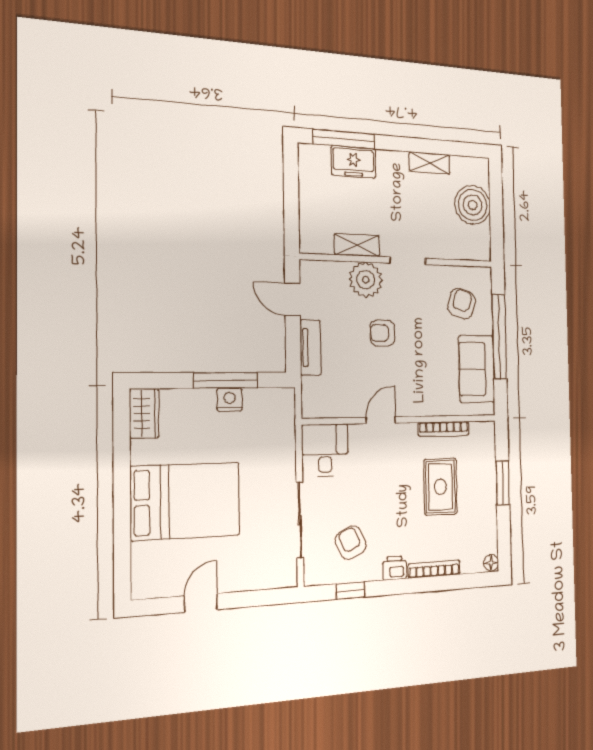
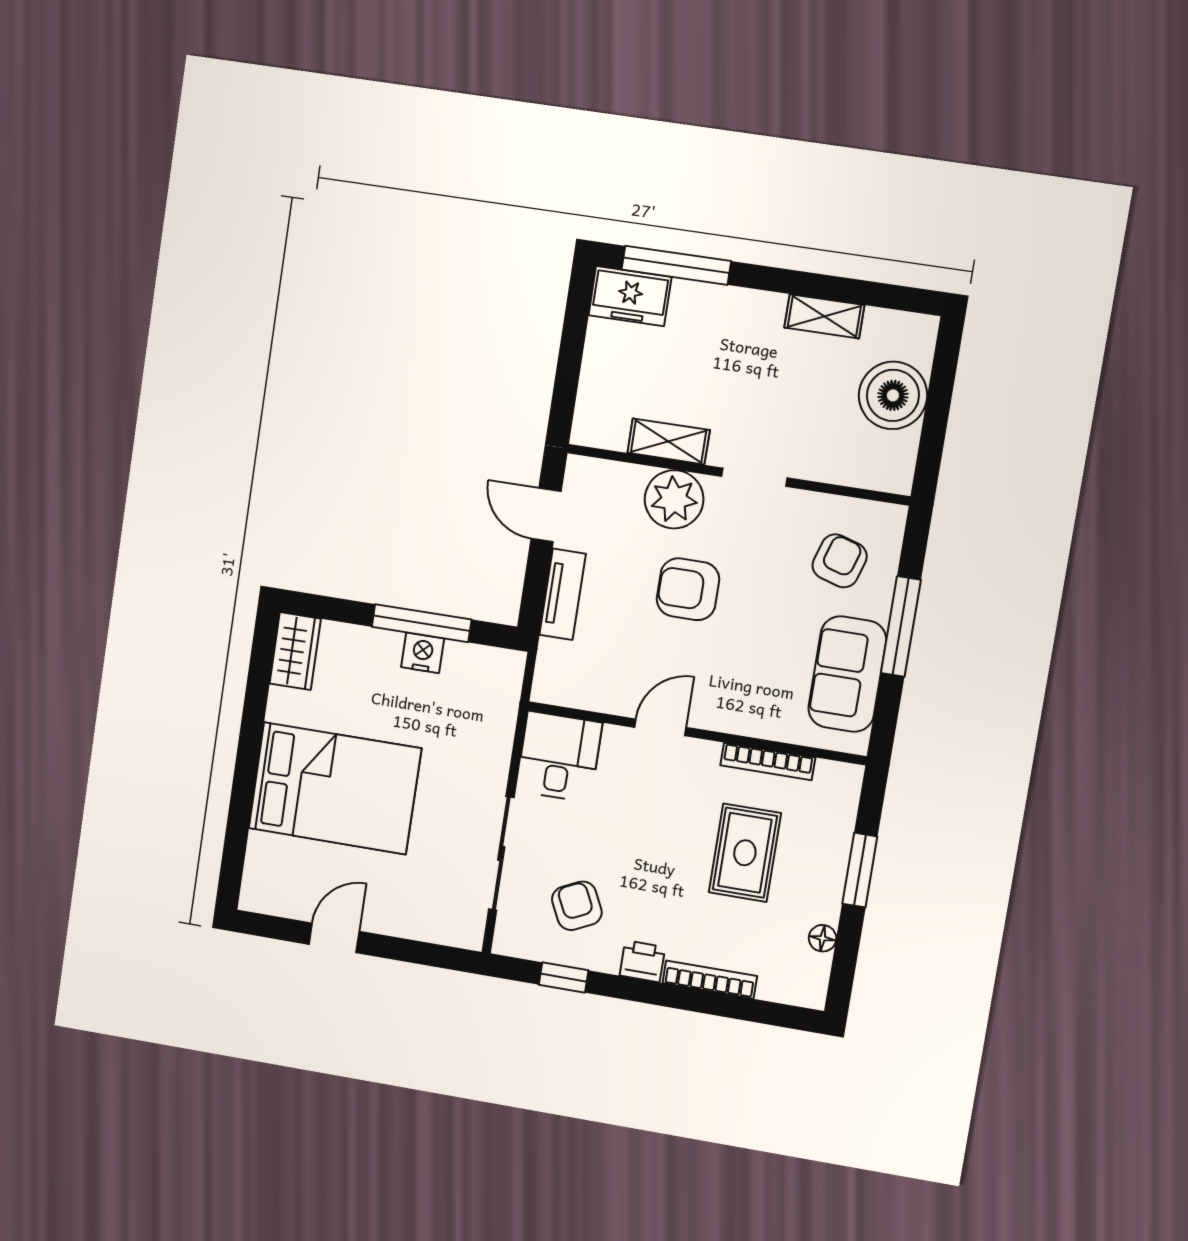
freezer: (353, 162) -> (630, 296), moved
armchair: (383, 333) -> (688, 589), width x1.38, depth x1.38
window: (499, 337) -> (901, 626), width x0.68
floor lamp: (491, 563) -> (823, 938), moved

